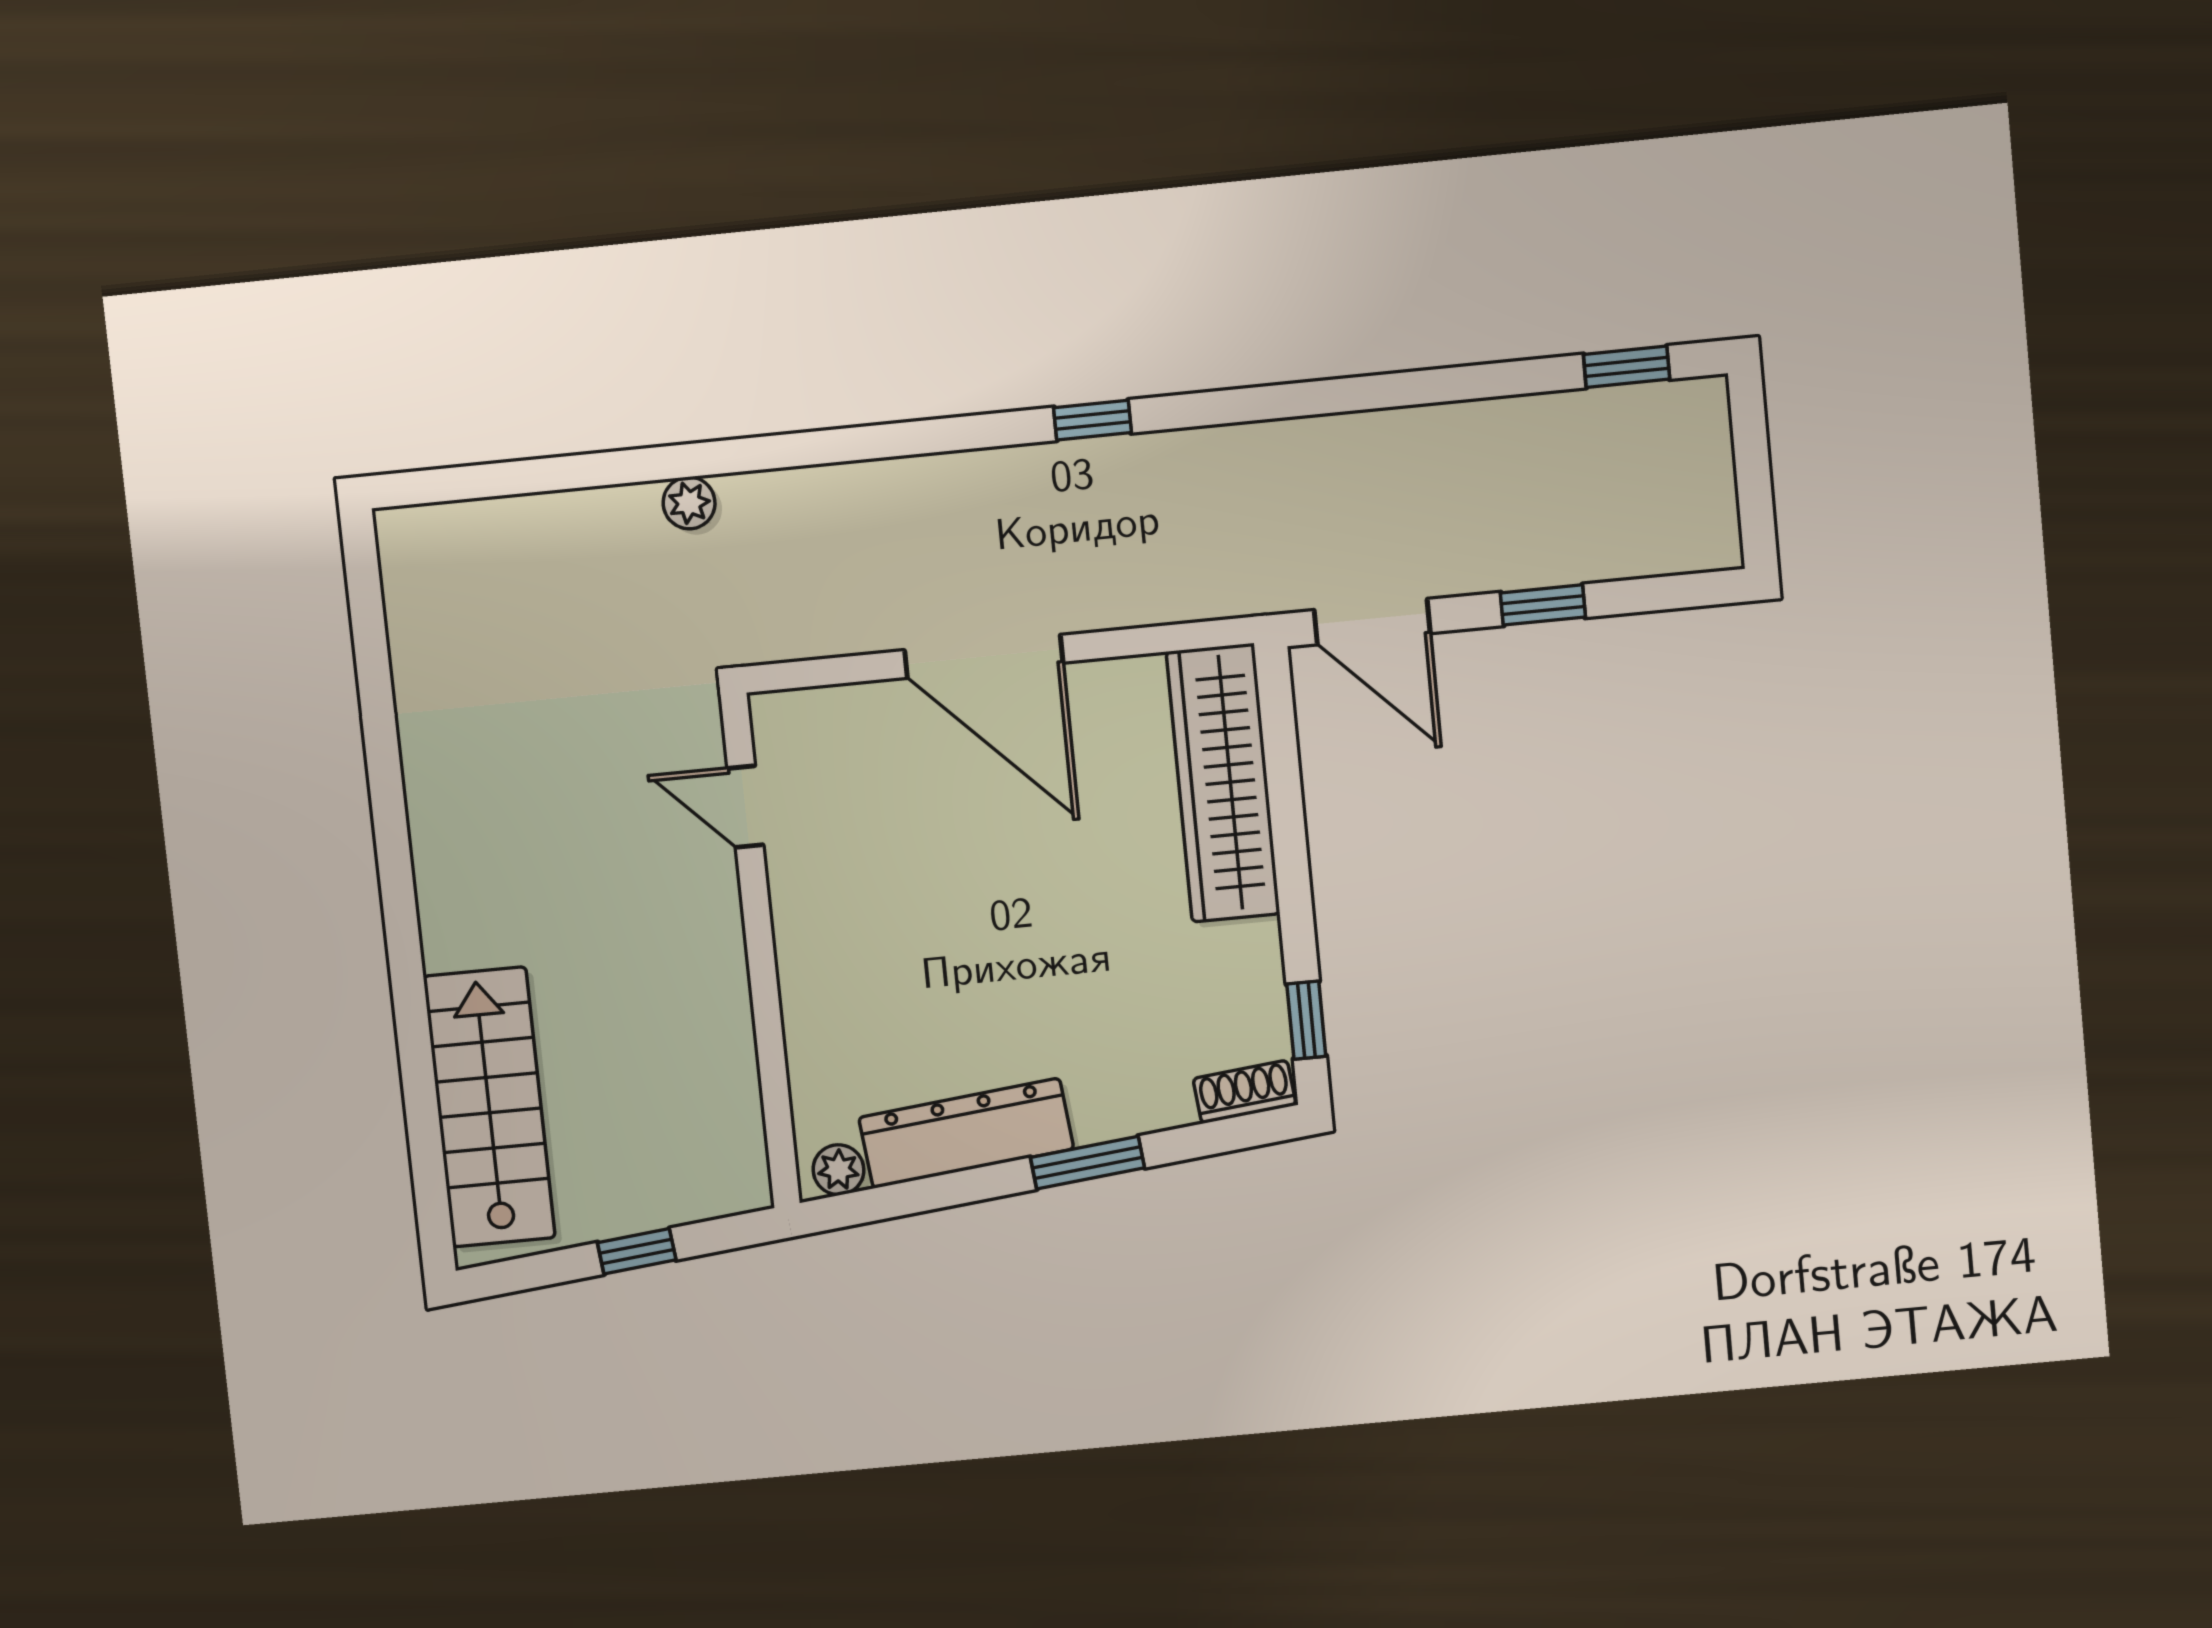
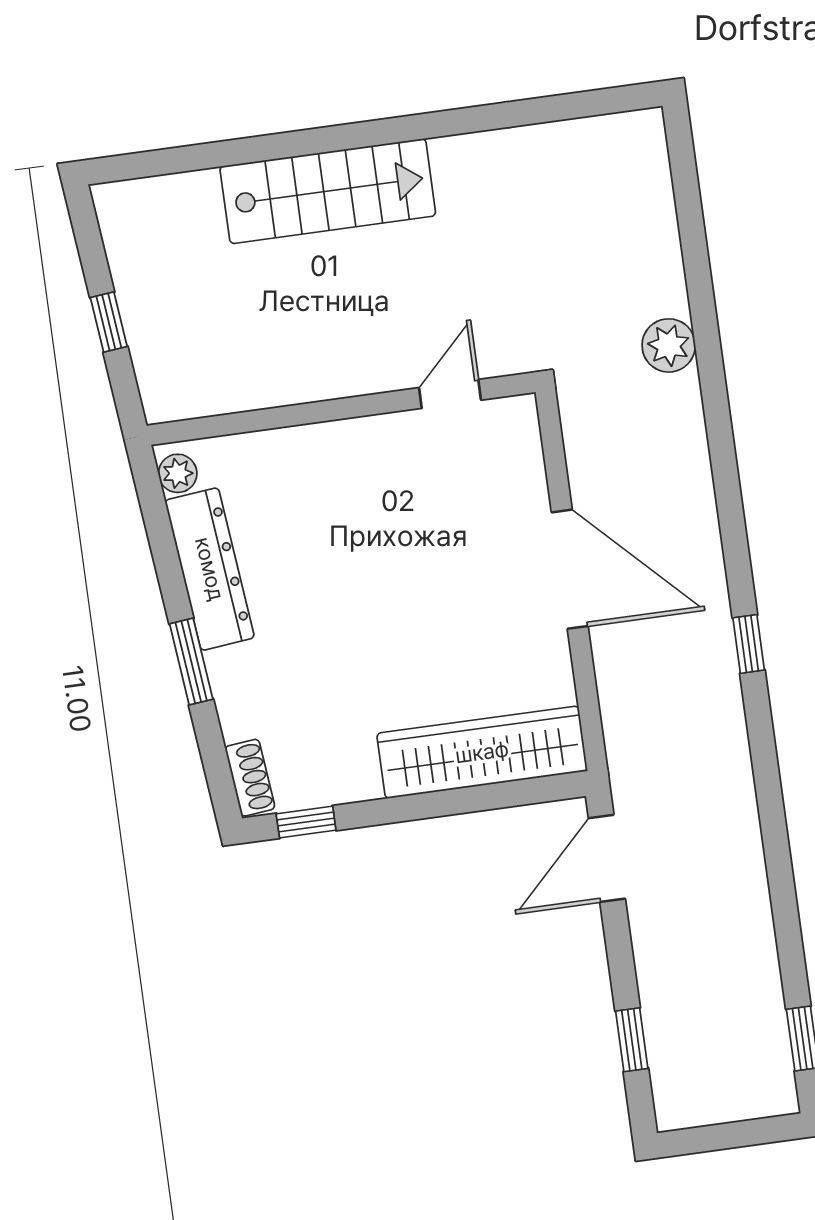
plant: (689, 503) -> (669, 345), width x1.38, depth x1.38
window: (1543, 605) -> (632, 1040), moved
door: (984, 656) -> (570, 569), swing flipped
stairs: (489, 1107) -> (328, 191), moved

